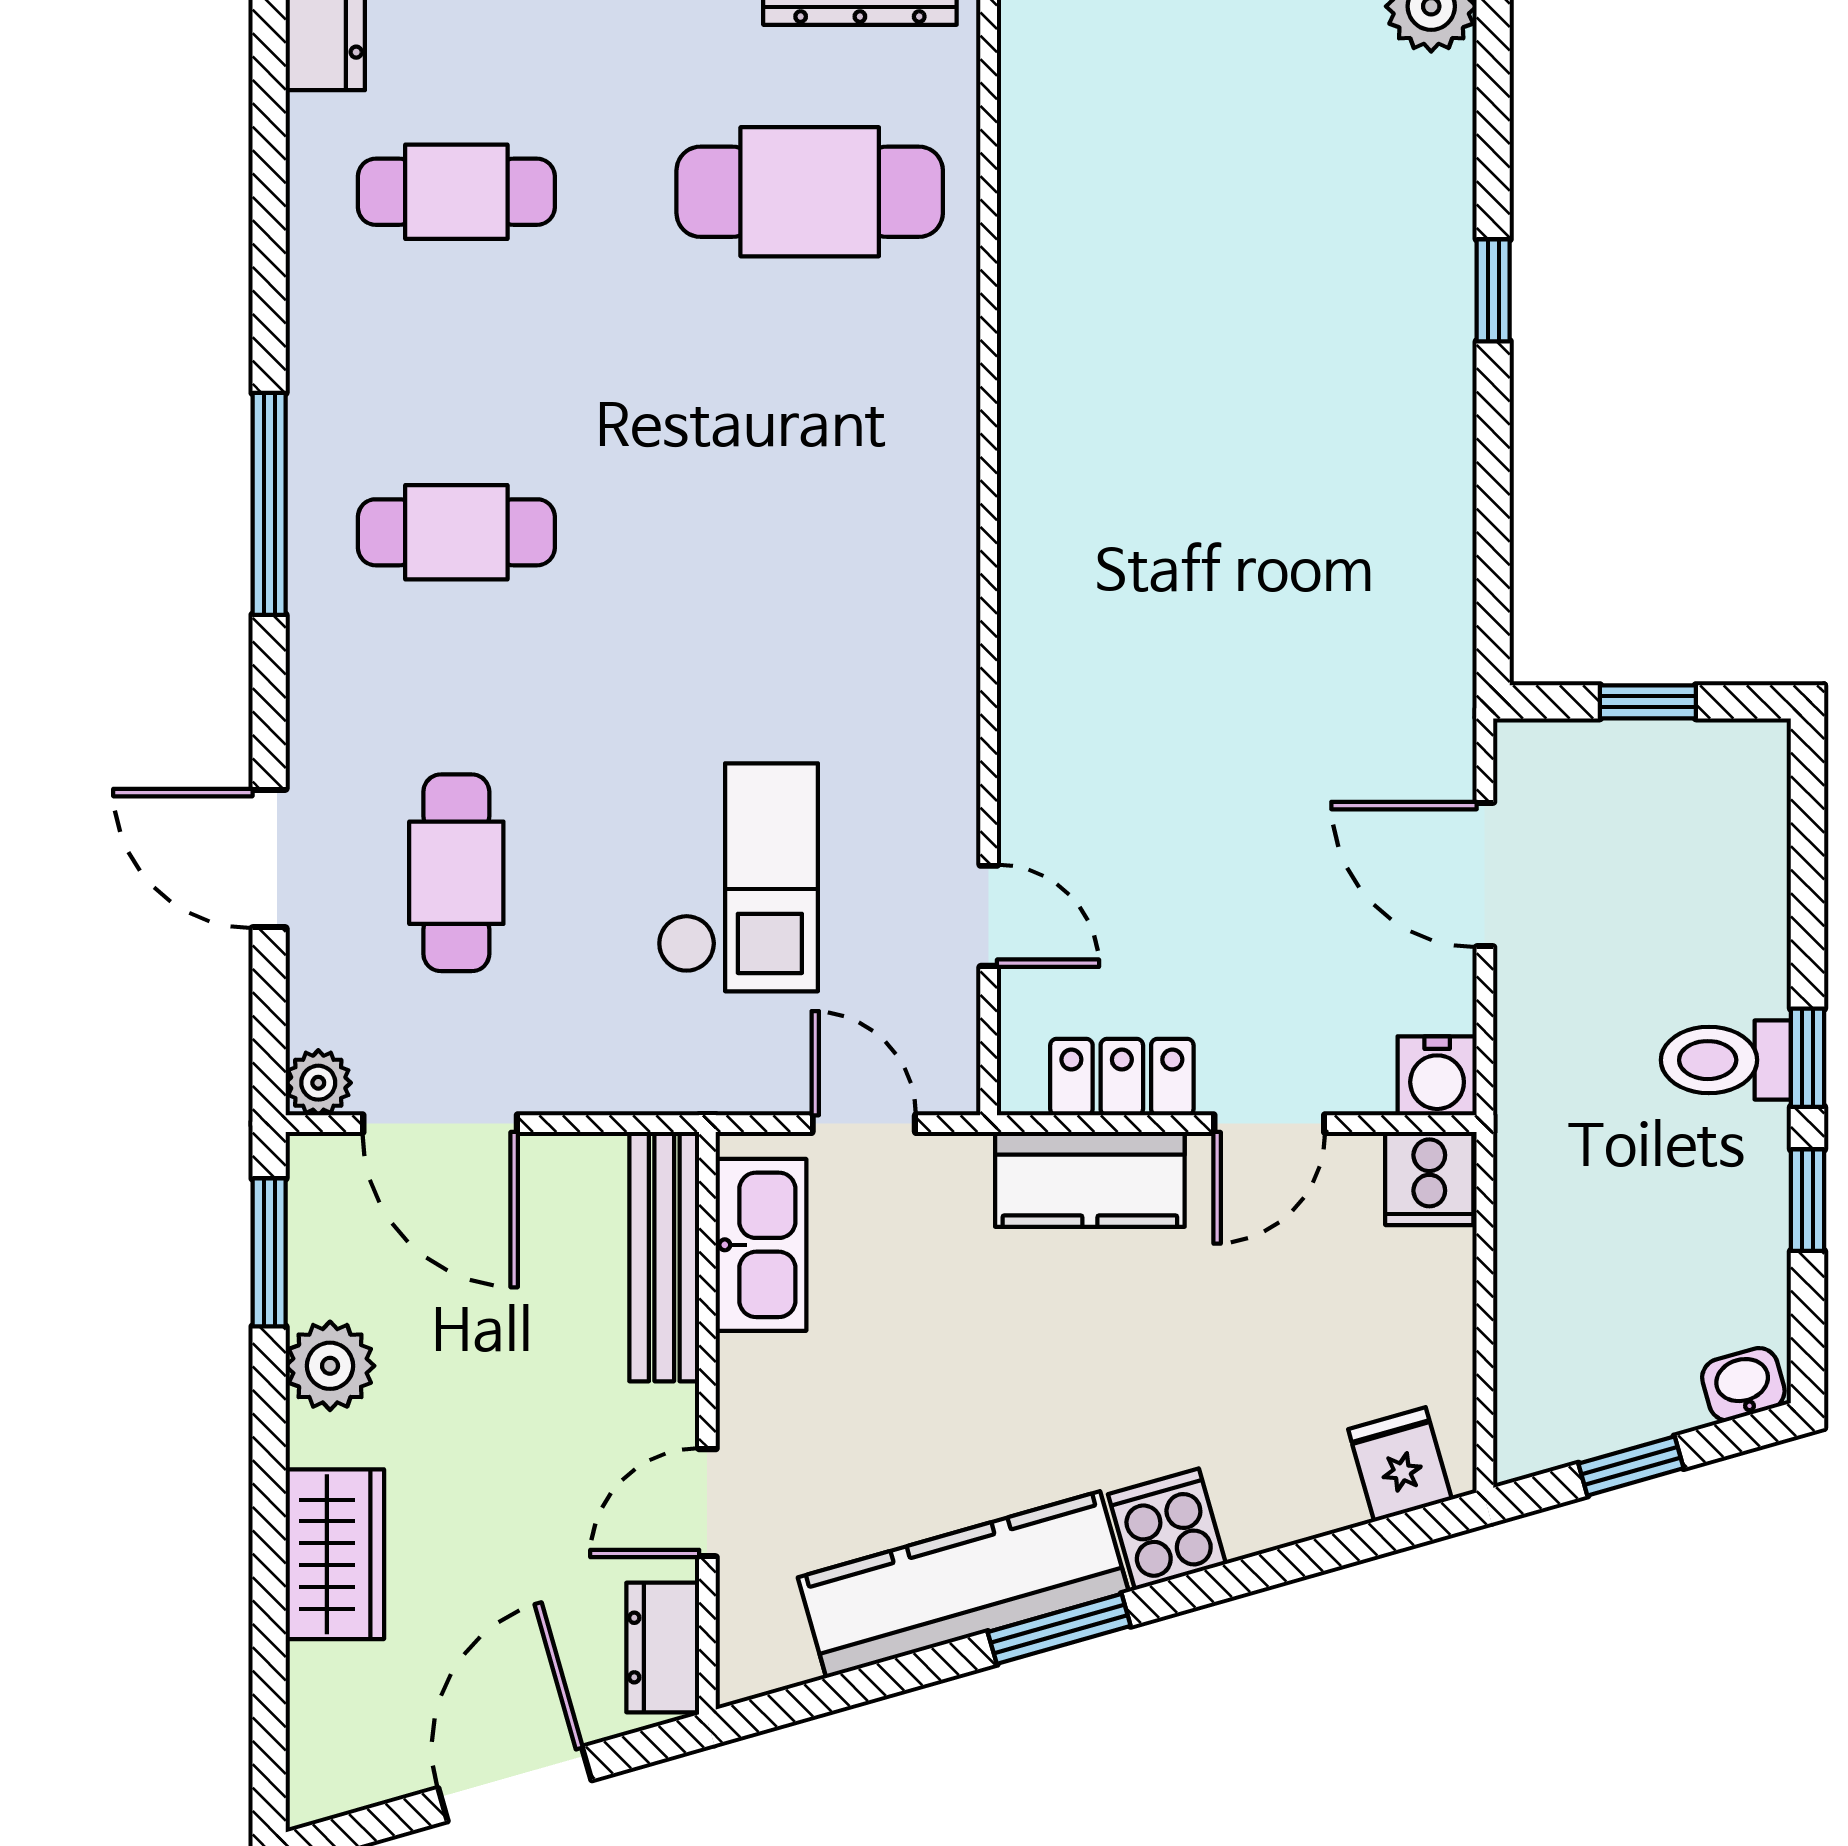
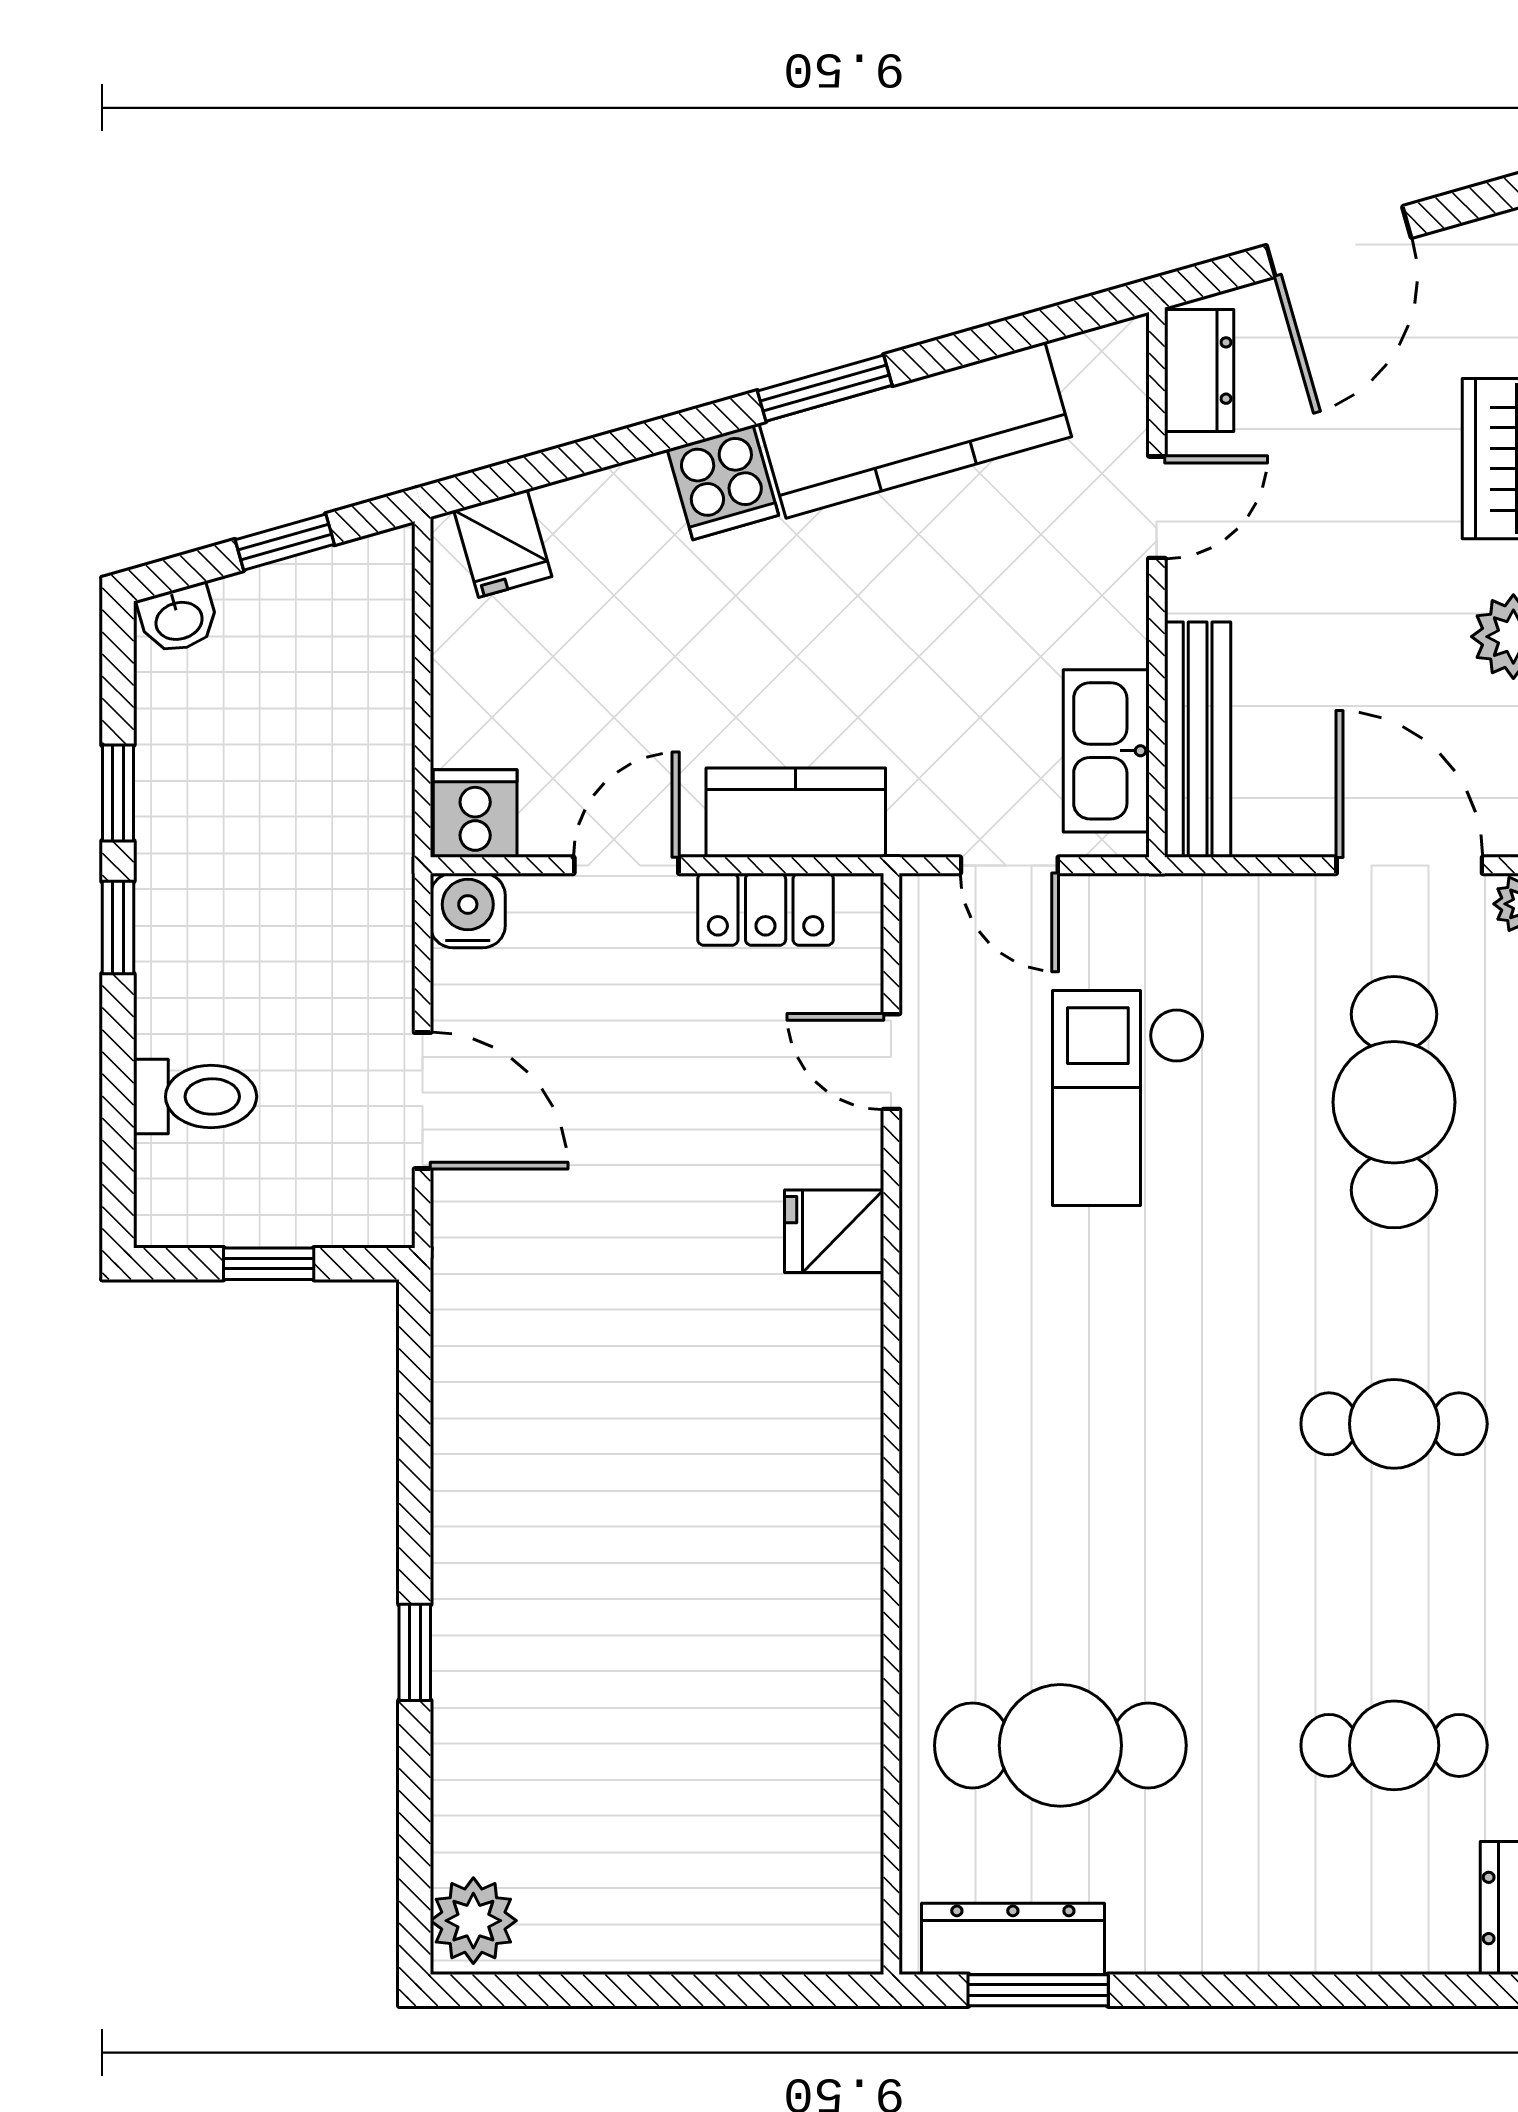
fridge: (1049, 736) -> (834, 1231), added
cafe table: (456, 873) -> (1394, 1102), width x1.37, depth x1.35
toilet: (1726, 1060) -> (195, 1097), moved

